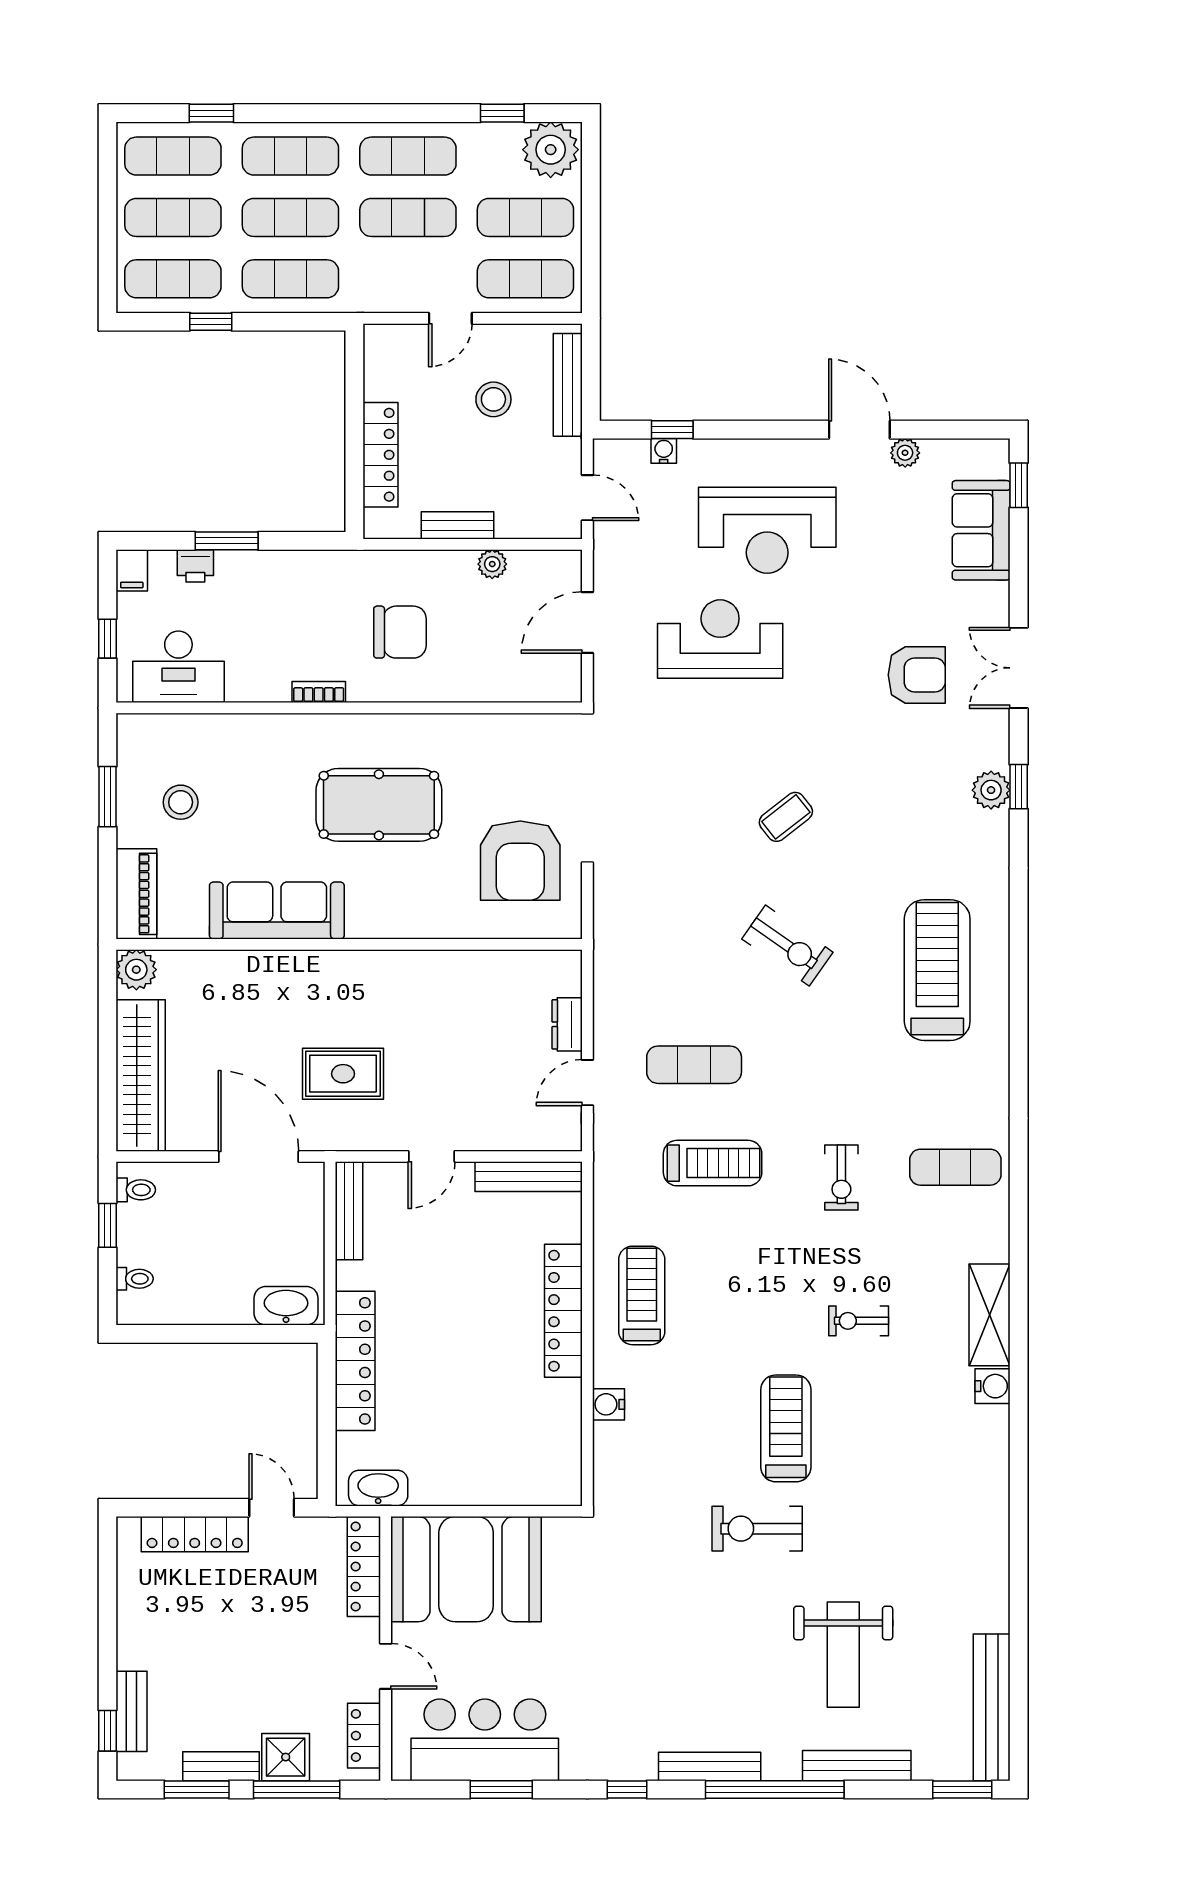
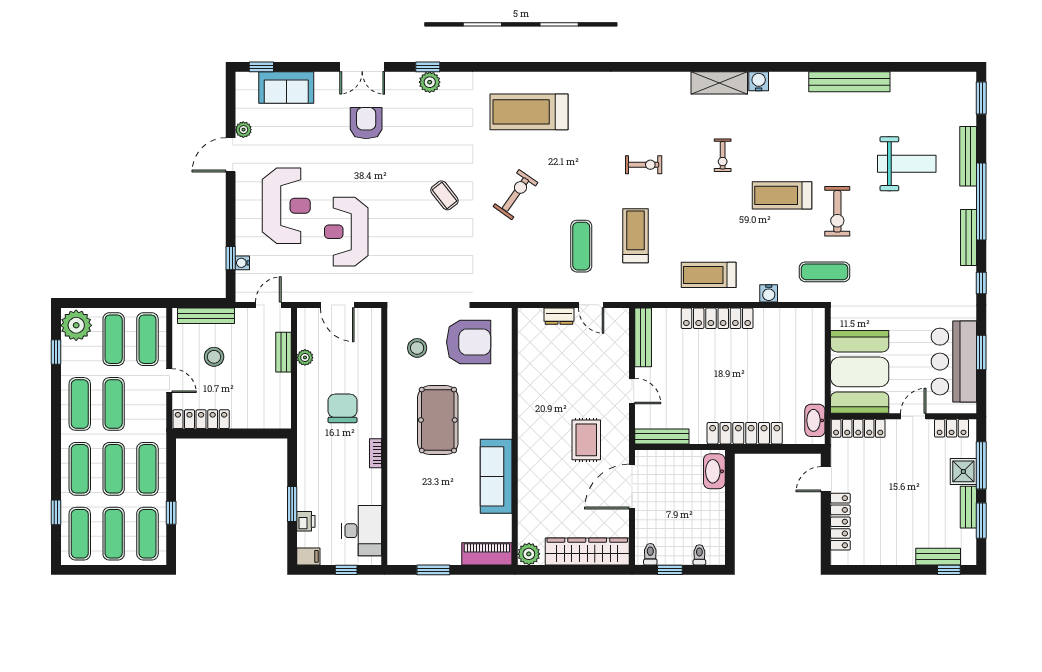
locker: (380, 455) -> (201, 419), moved
bench: (458, 525) -> (284, 352), moved
stool: (181, 802) -> (417, 348), moved
exercise mat: (955, 1167) -> (825, 272), moved, turned 90
bench: (992, 1707) -> (849, 82), moved

